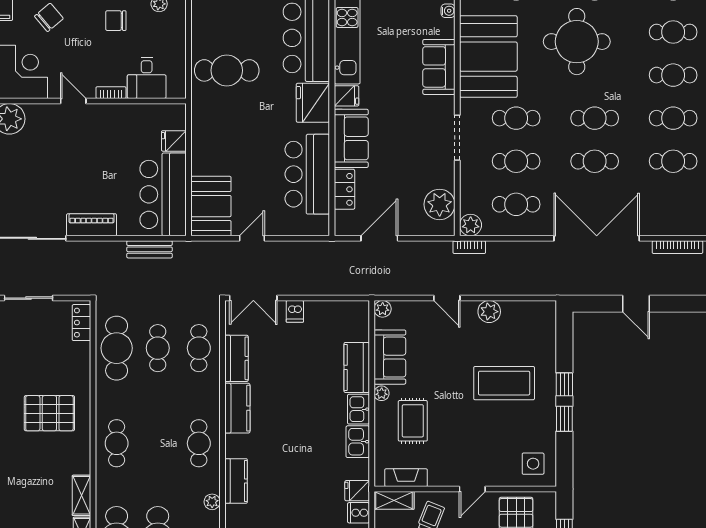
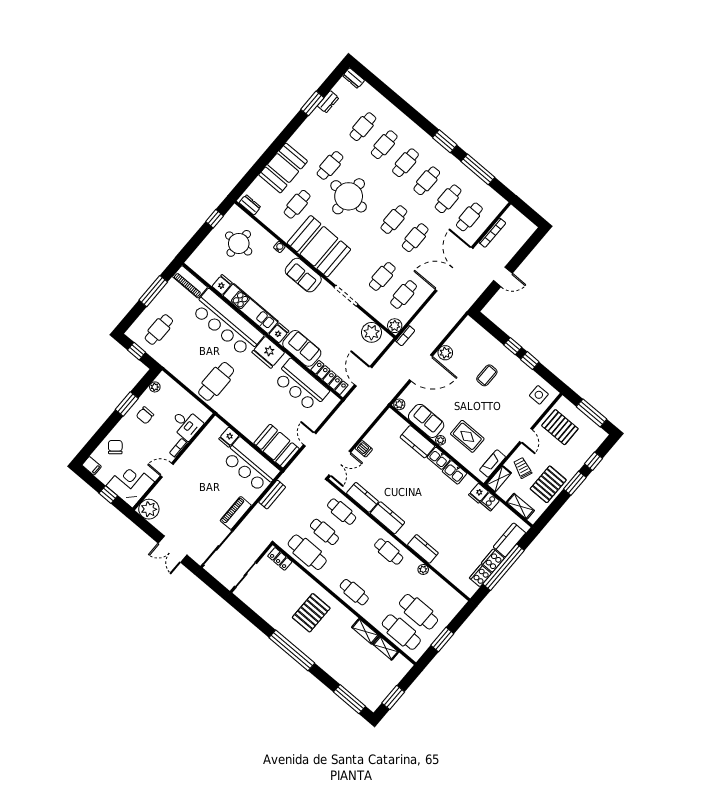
cafe table: (516, 118) -> (469, 217), moved
locker: (344, 189) -> (329, 378), width x1.53
door: (447, 298) -> (421, 368), width x1.88
coffee table: (504, 383) -> (487, 375), width x0.54, depth x0.58

